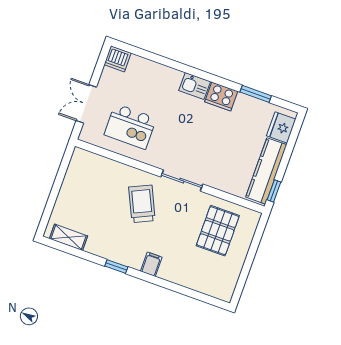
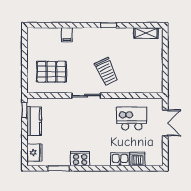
dishwasher: (118, 59) -> (138, 159), moved
kitchen sink: (195, 86) -> (120, 159), moved
kitchen counter: (266, 171) -> (34, 121), width x0.67
pallet: (218, 231) -> (51, 72), turned 90
filing cabinet: (151, 264) -> (67, 35), moved

